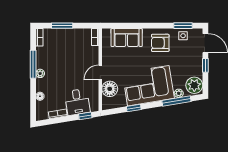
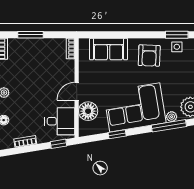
armchair: (160, 43) -> (149, 56), turned -88
desk: (77, 102) -> (60, 121), moved, turned -81

